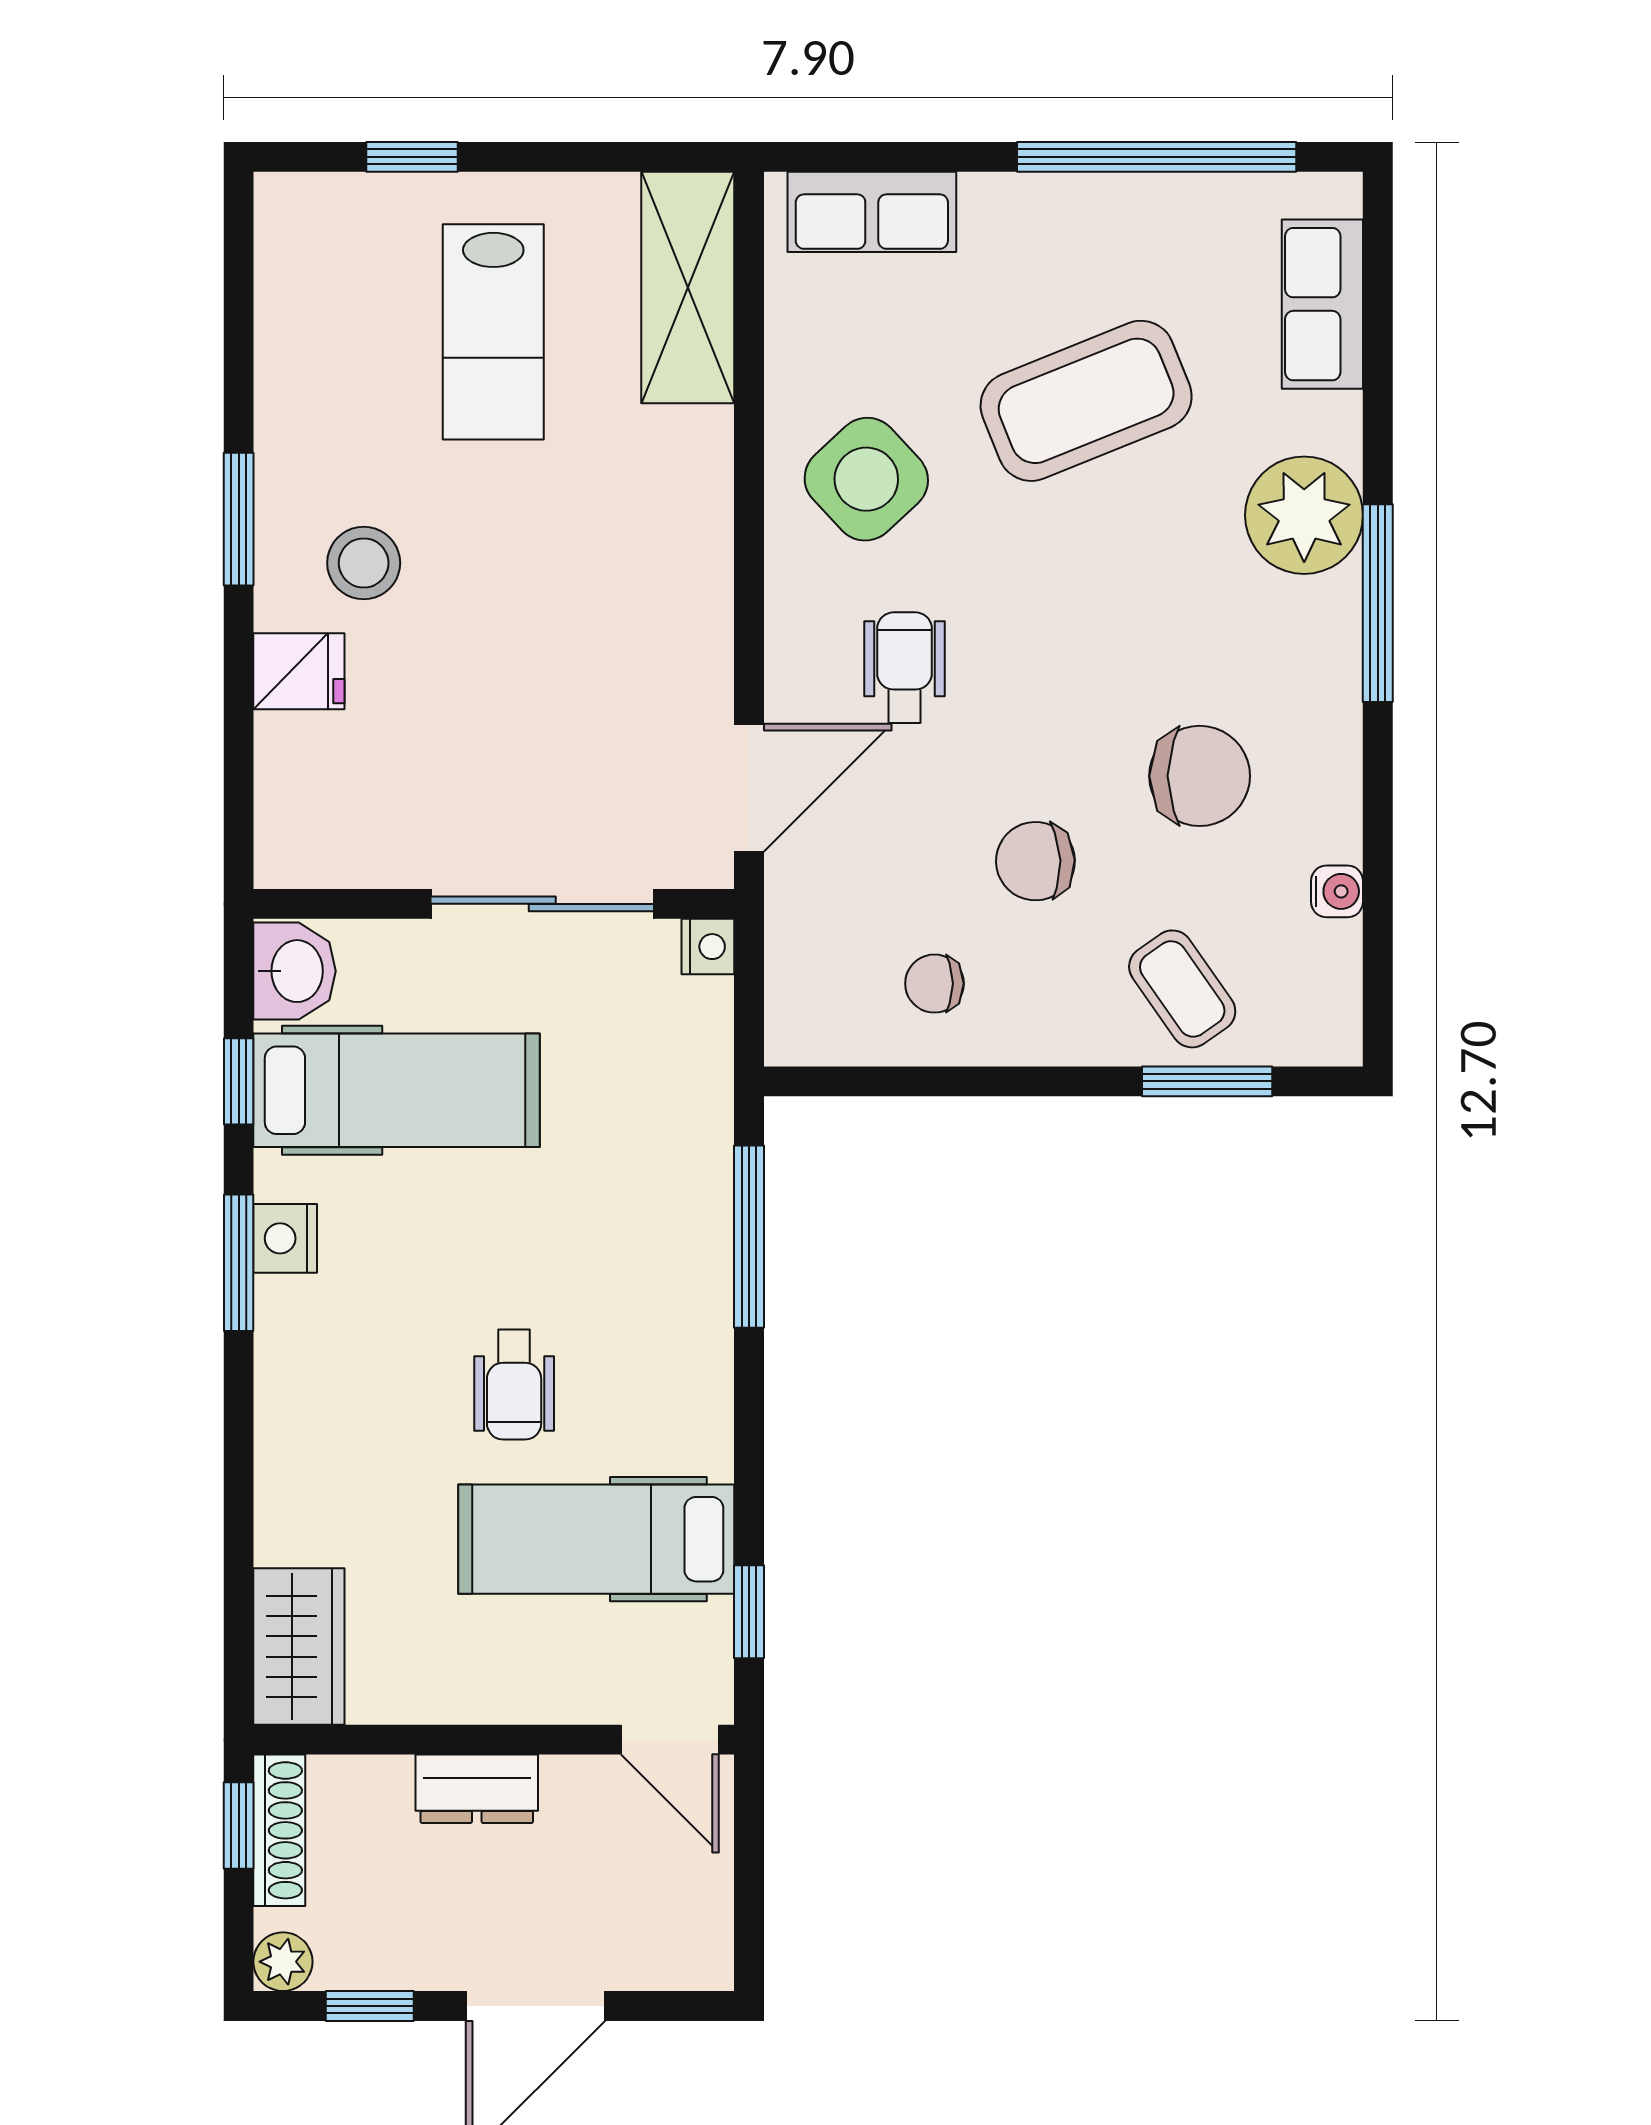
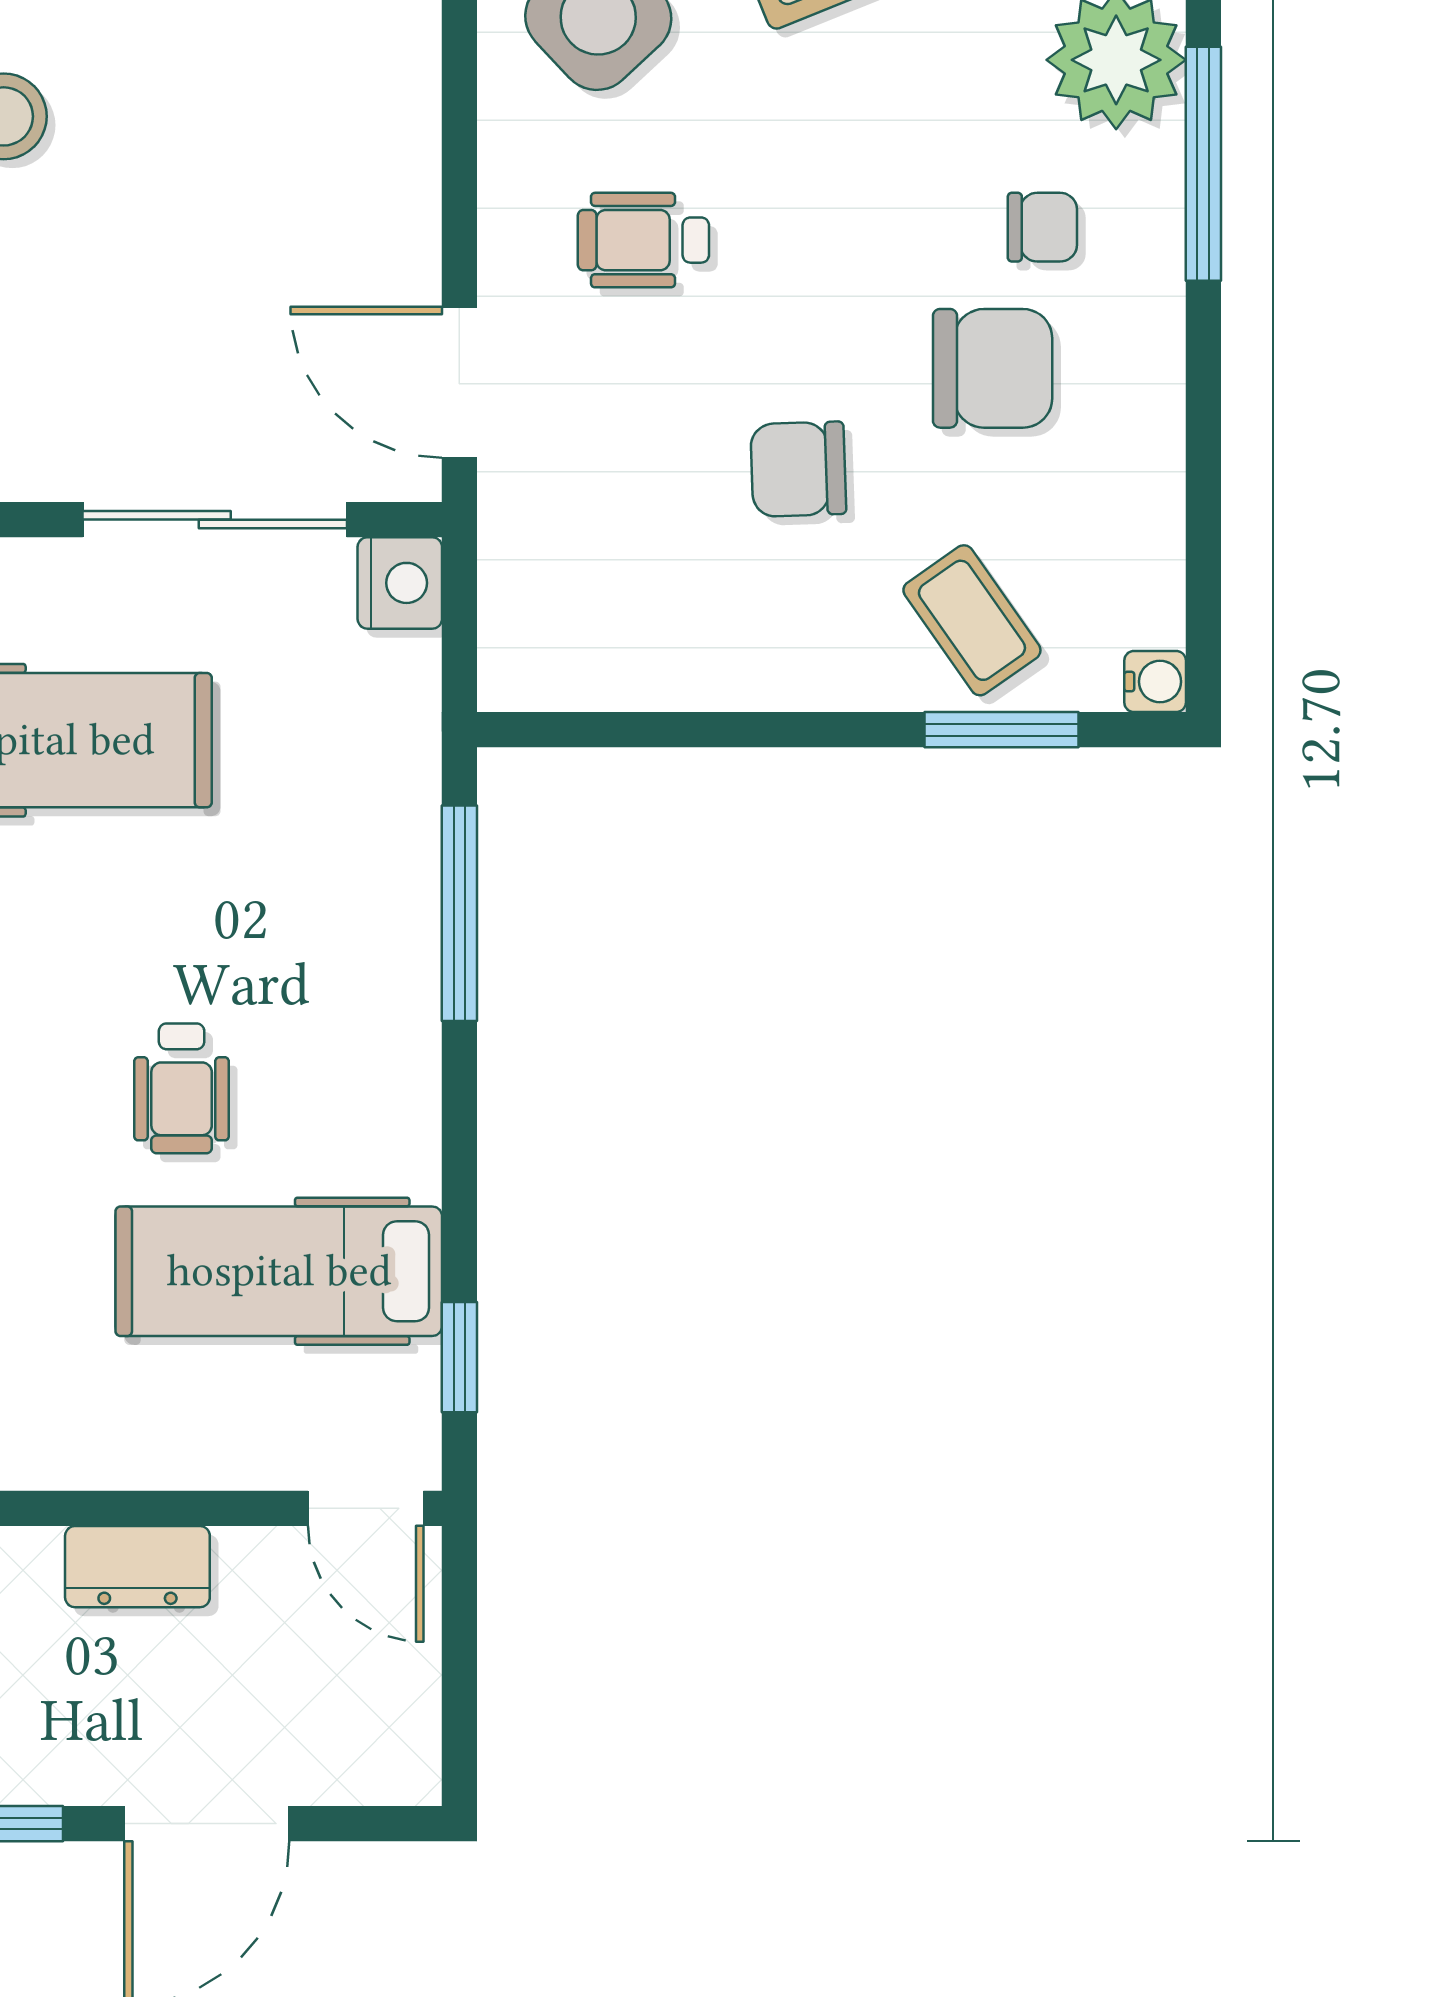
wheelchair: (905, 668) -> (643, 240), turned -90
door: (749, 788) -> (459, 382), swing flipped
water cooler: (1337, 891) -> (1155, 682), moved
nightstand: (708, 947) -> (400, 583), width x1.39, depth x1.35
chair: (934, 984) -> (1042, 227), moved, turned 180

